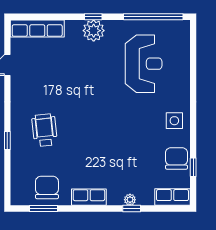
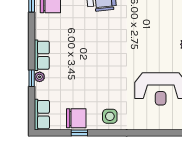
window: (193, 167) -> (79, 133), moved
row of seats: (89, 197) -> (42, 55), moved

